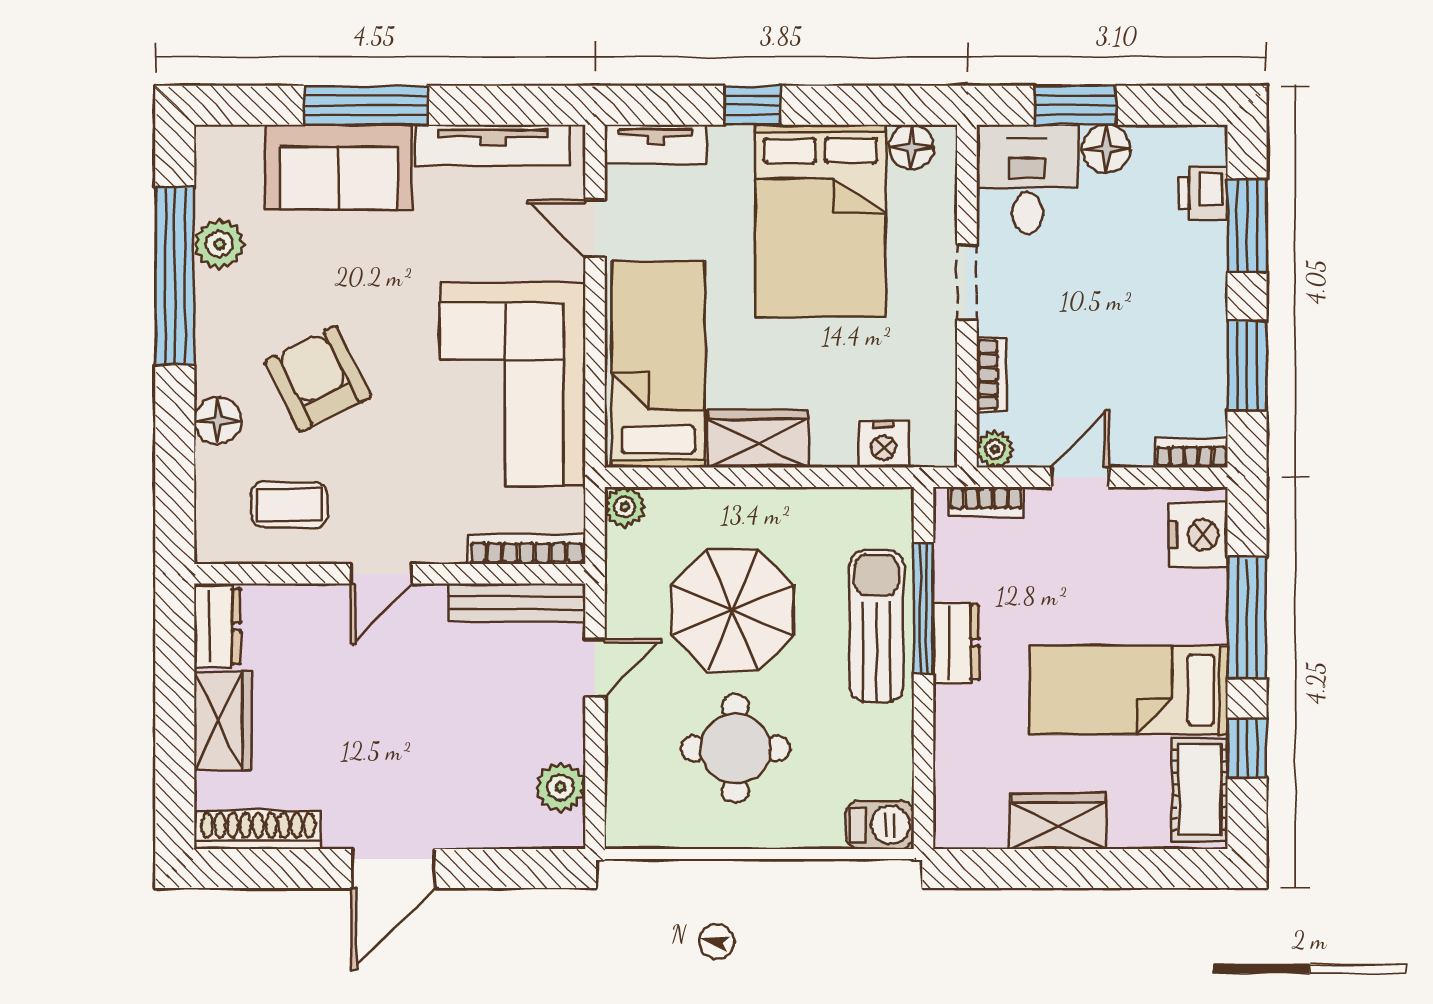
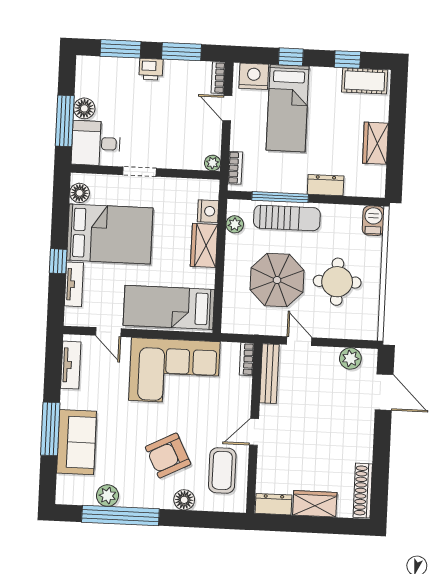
window: (1075, 105) -> (65, 121), width x1.44
tv unit: (655, 144) -> (74, 284), moved
tv unit: (493, 145) -> (71, 365), width x0.71
printer: (1203, 194) -> (151, 69), moved
door: (595, 228) -> (108, 332), hinge flipped
bookcase: (991, 375) -> (180, 163), removed
wardrobe: (758, 439) -> (204, 245), moved
door: (1080, 477) -> (227, 108), moved
coffee table: (289, 505) -> (222, 470), width x1.36, depth x1.30
plant: (625, 507) -> (235, 224), moved
bookcase: (527, 549) -> (247, 359), width x0.64
door: (381, 574) -> (254, 432), swing flipped
window: (1247, 618) -> (291, 57), width x0.46
sun lounger: (876, 626) -> (287, 218), turned 180
dresser: (956, 642) -> (326, 185), moved
bed: (1129, 690) -> (288, 108), moved
door: (393, 868) -> (384, 392), moved

